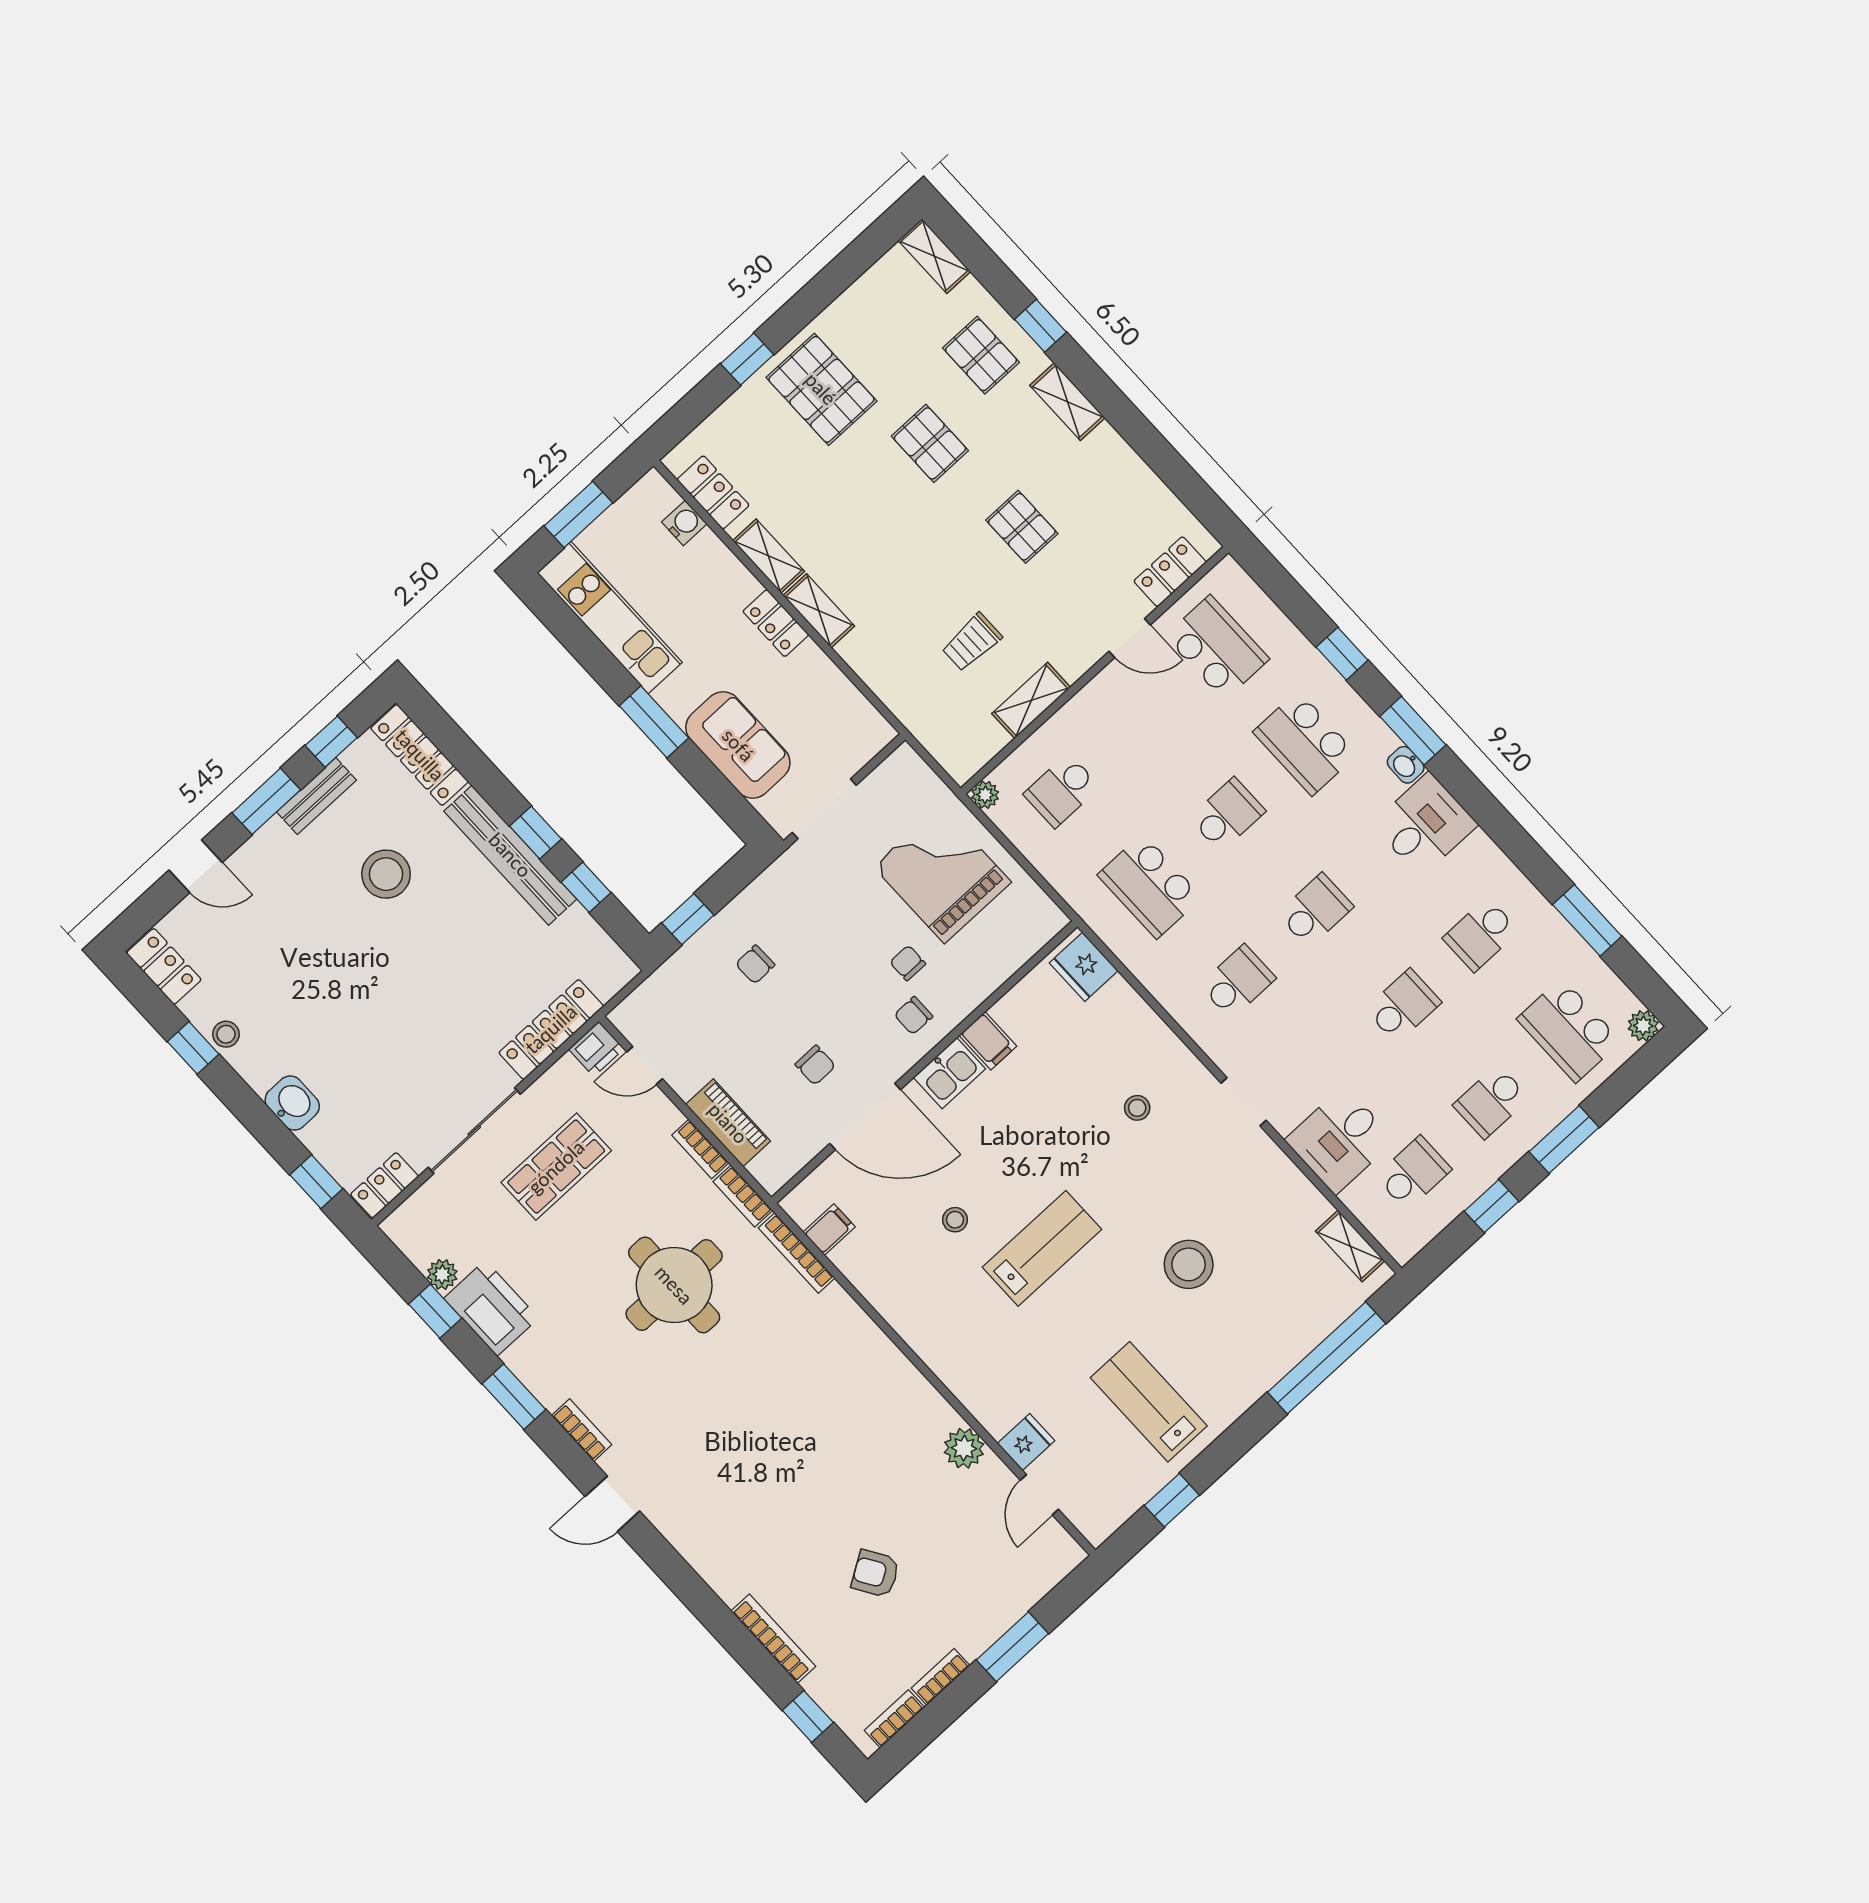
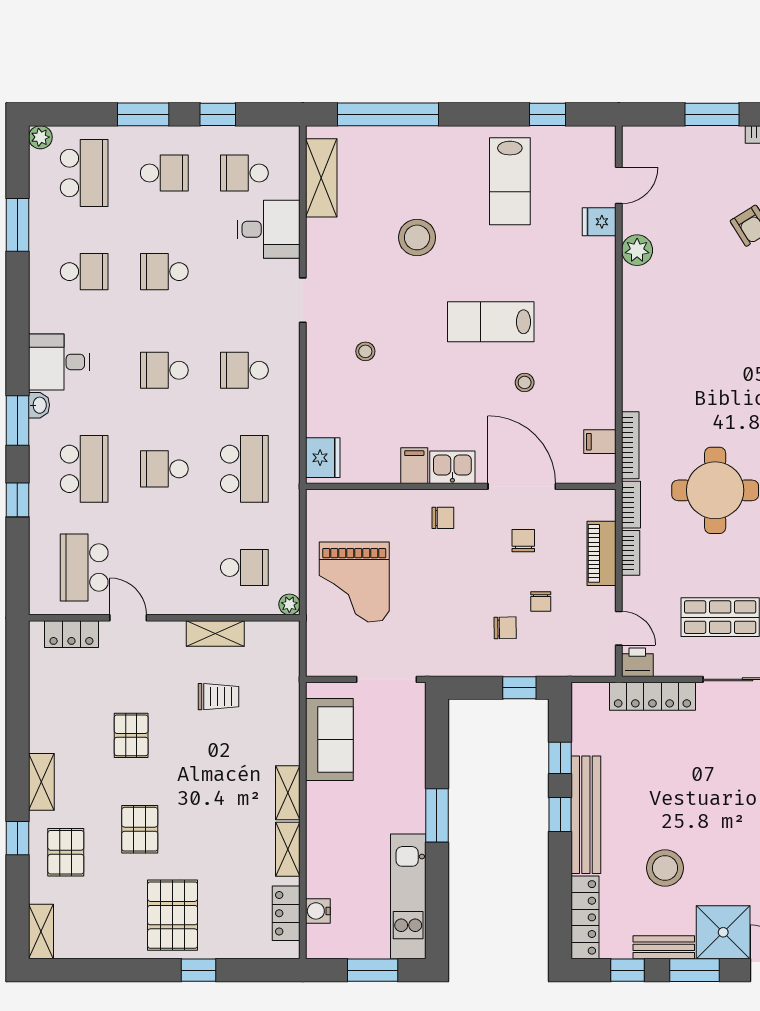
locker: (776, 623) -> (318, 808), removed
sofa: (738, 745) -> (329, 740), moved, turned 180
shower: (272, 864) -> (723, 932), added
chair: (908, 963) -> (541, 602), moved
shelving: (1350, 1246) -> (321, 178), width x1.50, depth x1.33

